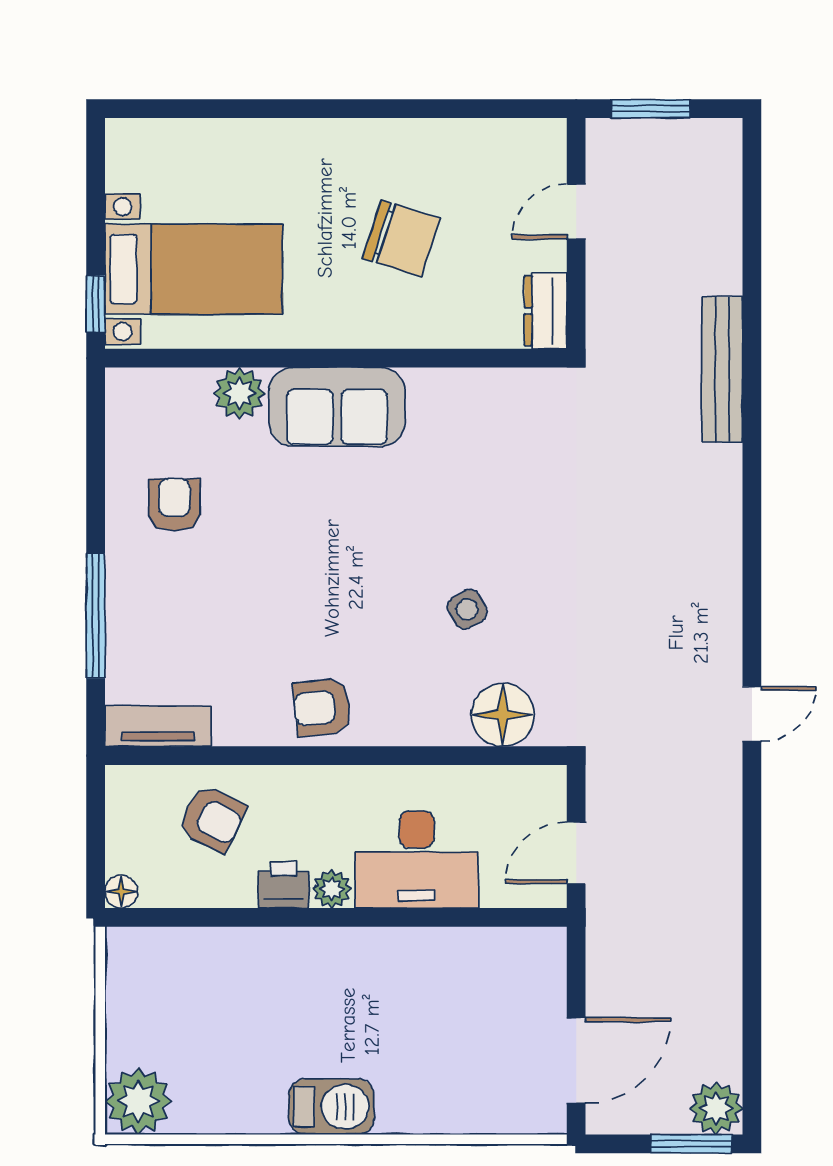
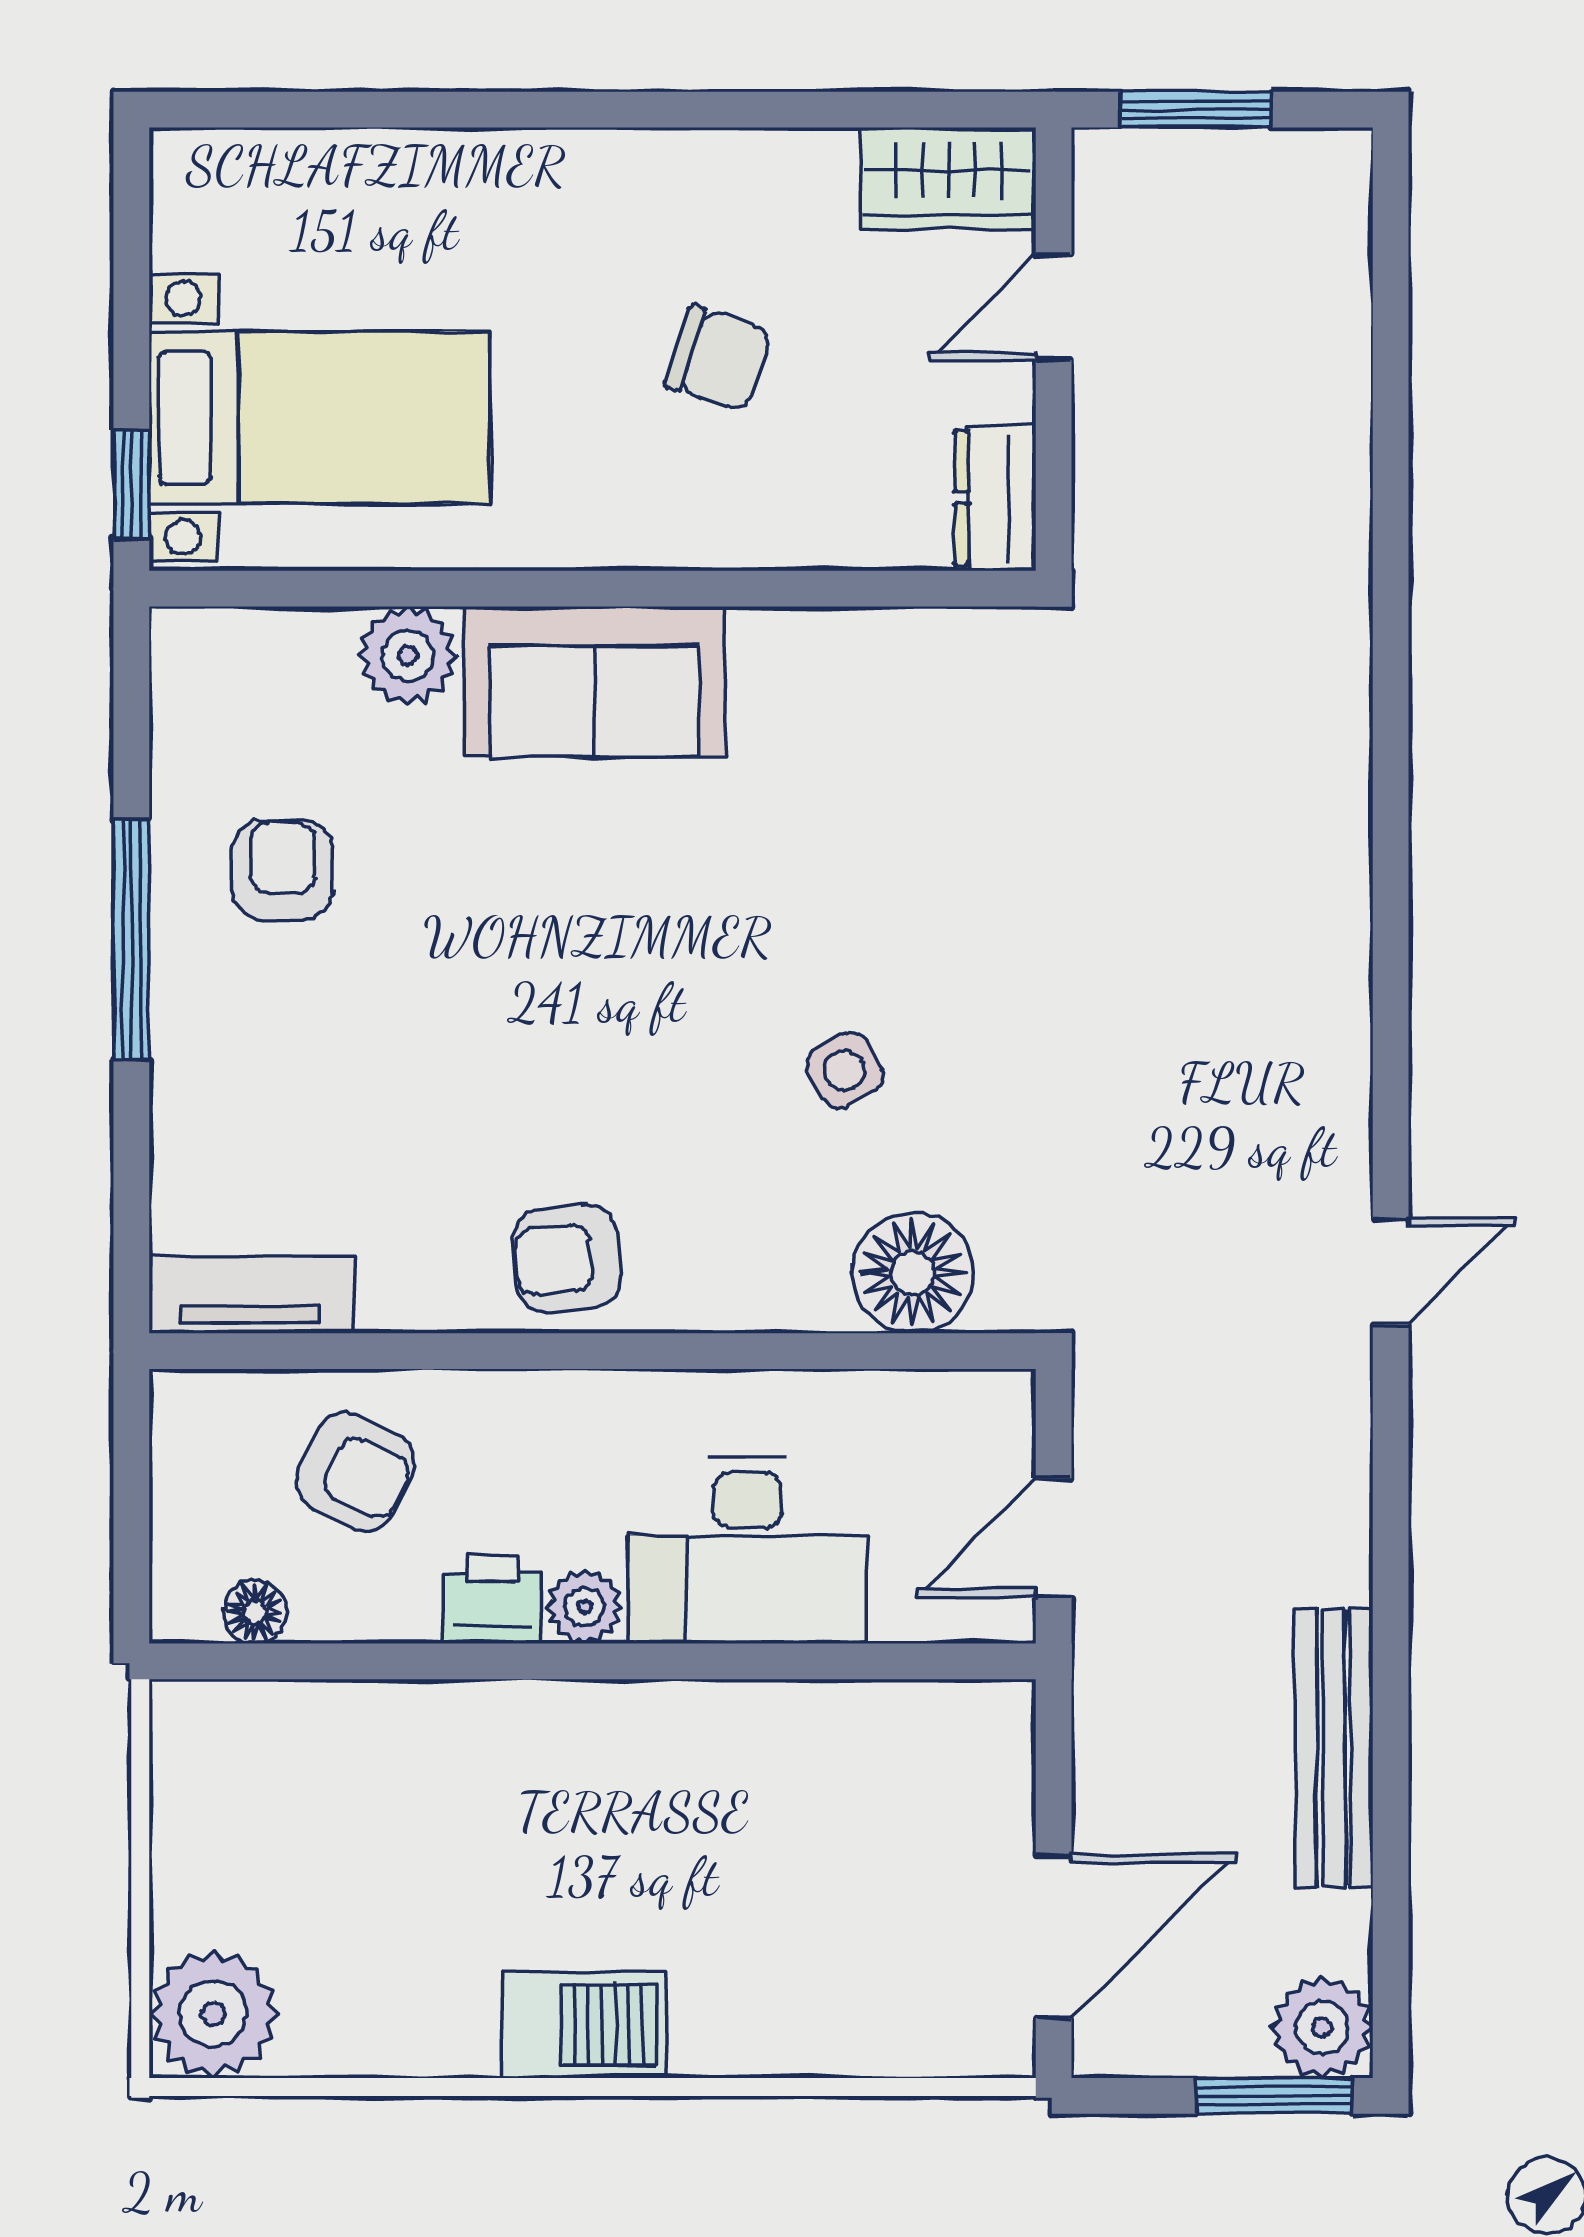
wardrobe: (521, 144) -> (948, 178), added
chair: (401, 238) -> (718, 359), width x0.73, depth x0.73
bench: (722, 370) -> (1334, 1748), moved
window: (96, 616) -> (131, 939), moved
floor lamp: (121, 892) -> (255, 1612), moved

